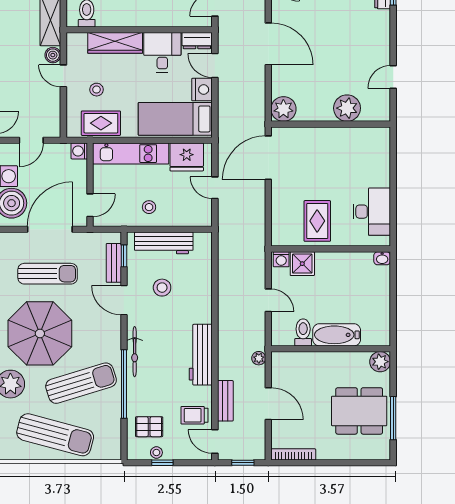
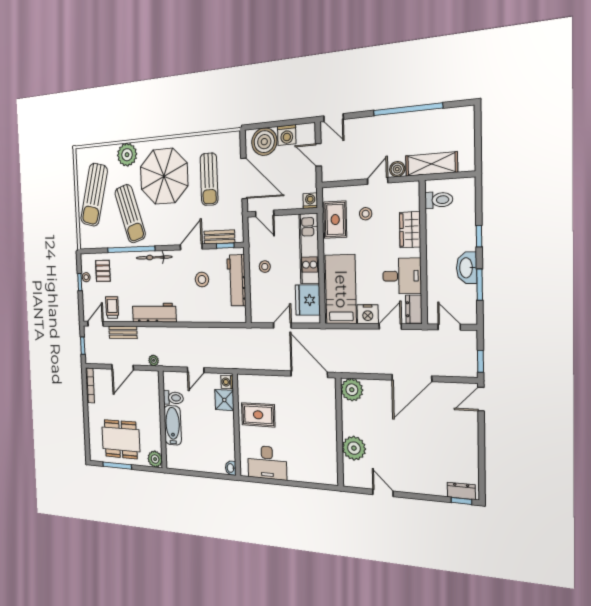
wardrobe: (115, 43) -> (410, 230), width x0.67
dining table: (359, 411) -> (121, 439), turned 90

